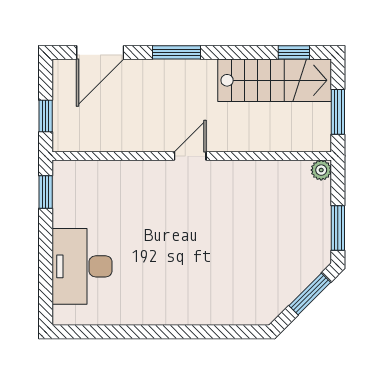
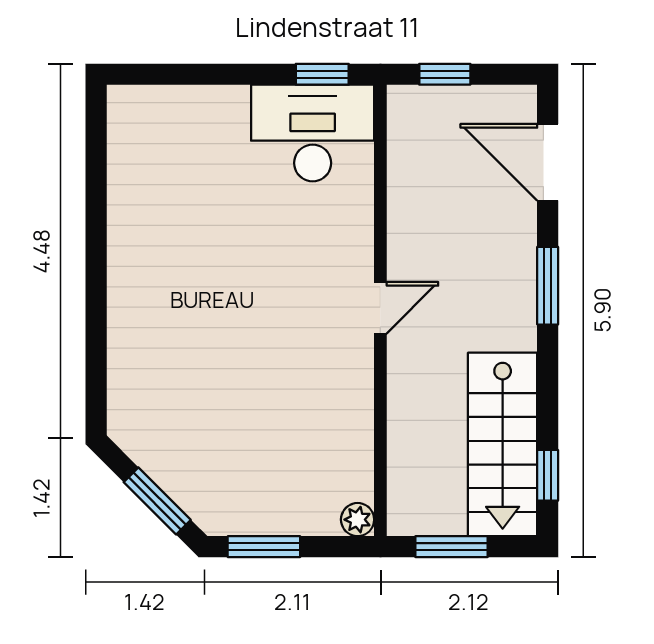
door: (190, 156) -> (380, 308), hinge flipped
desk: (82, 266) -> (313, 133), moved

